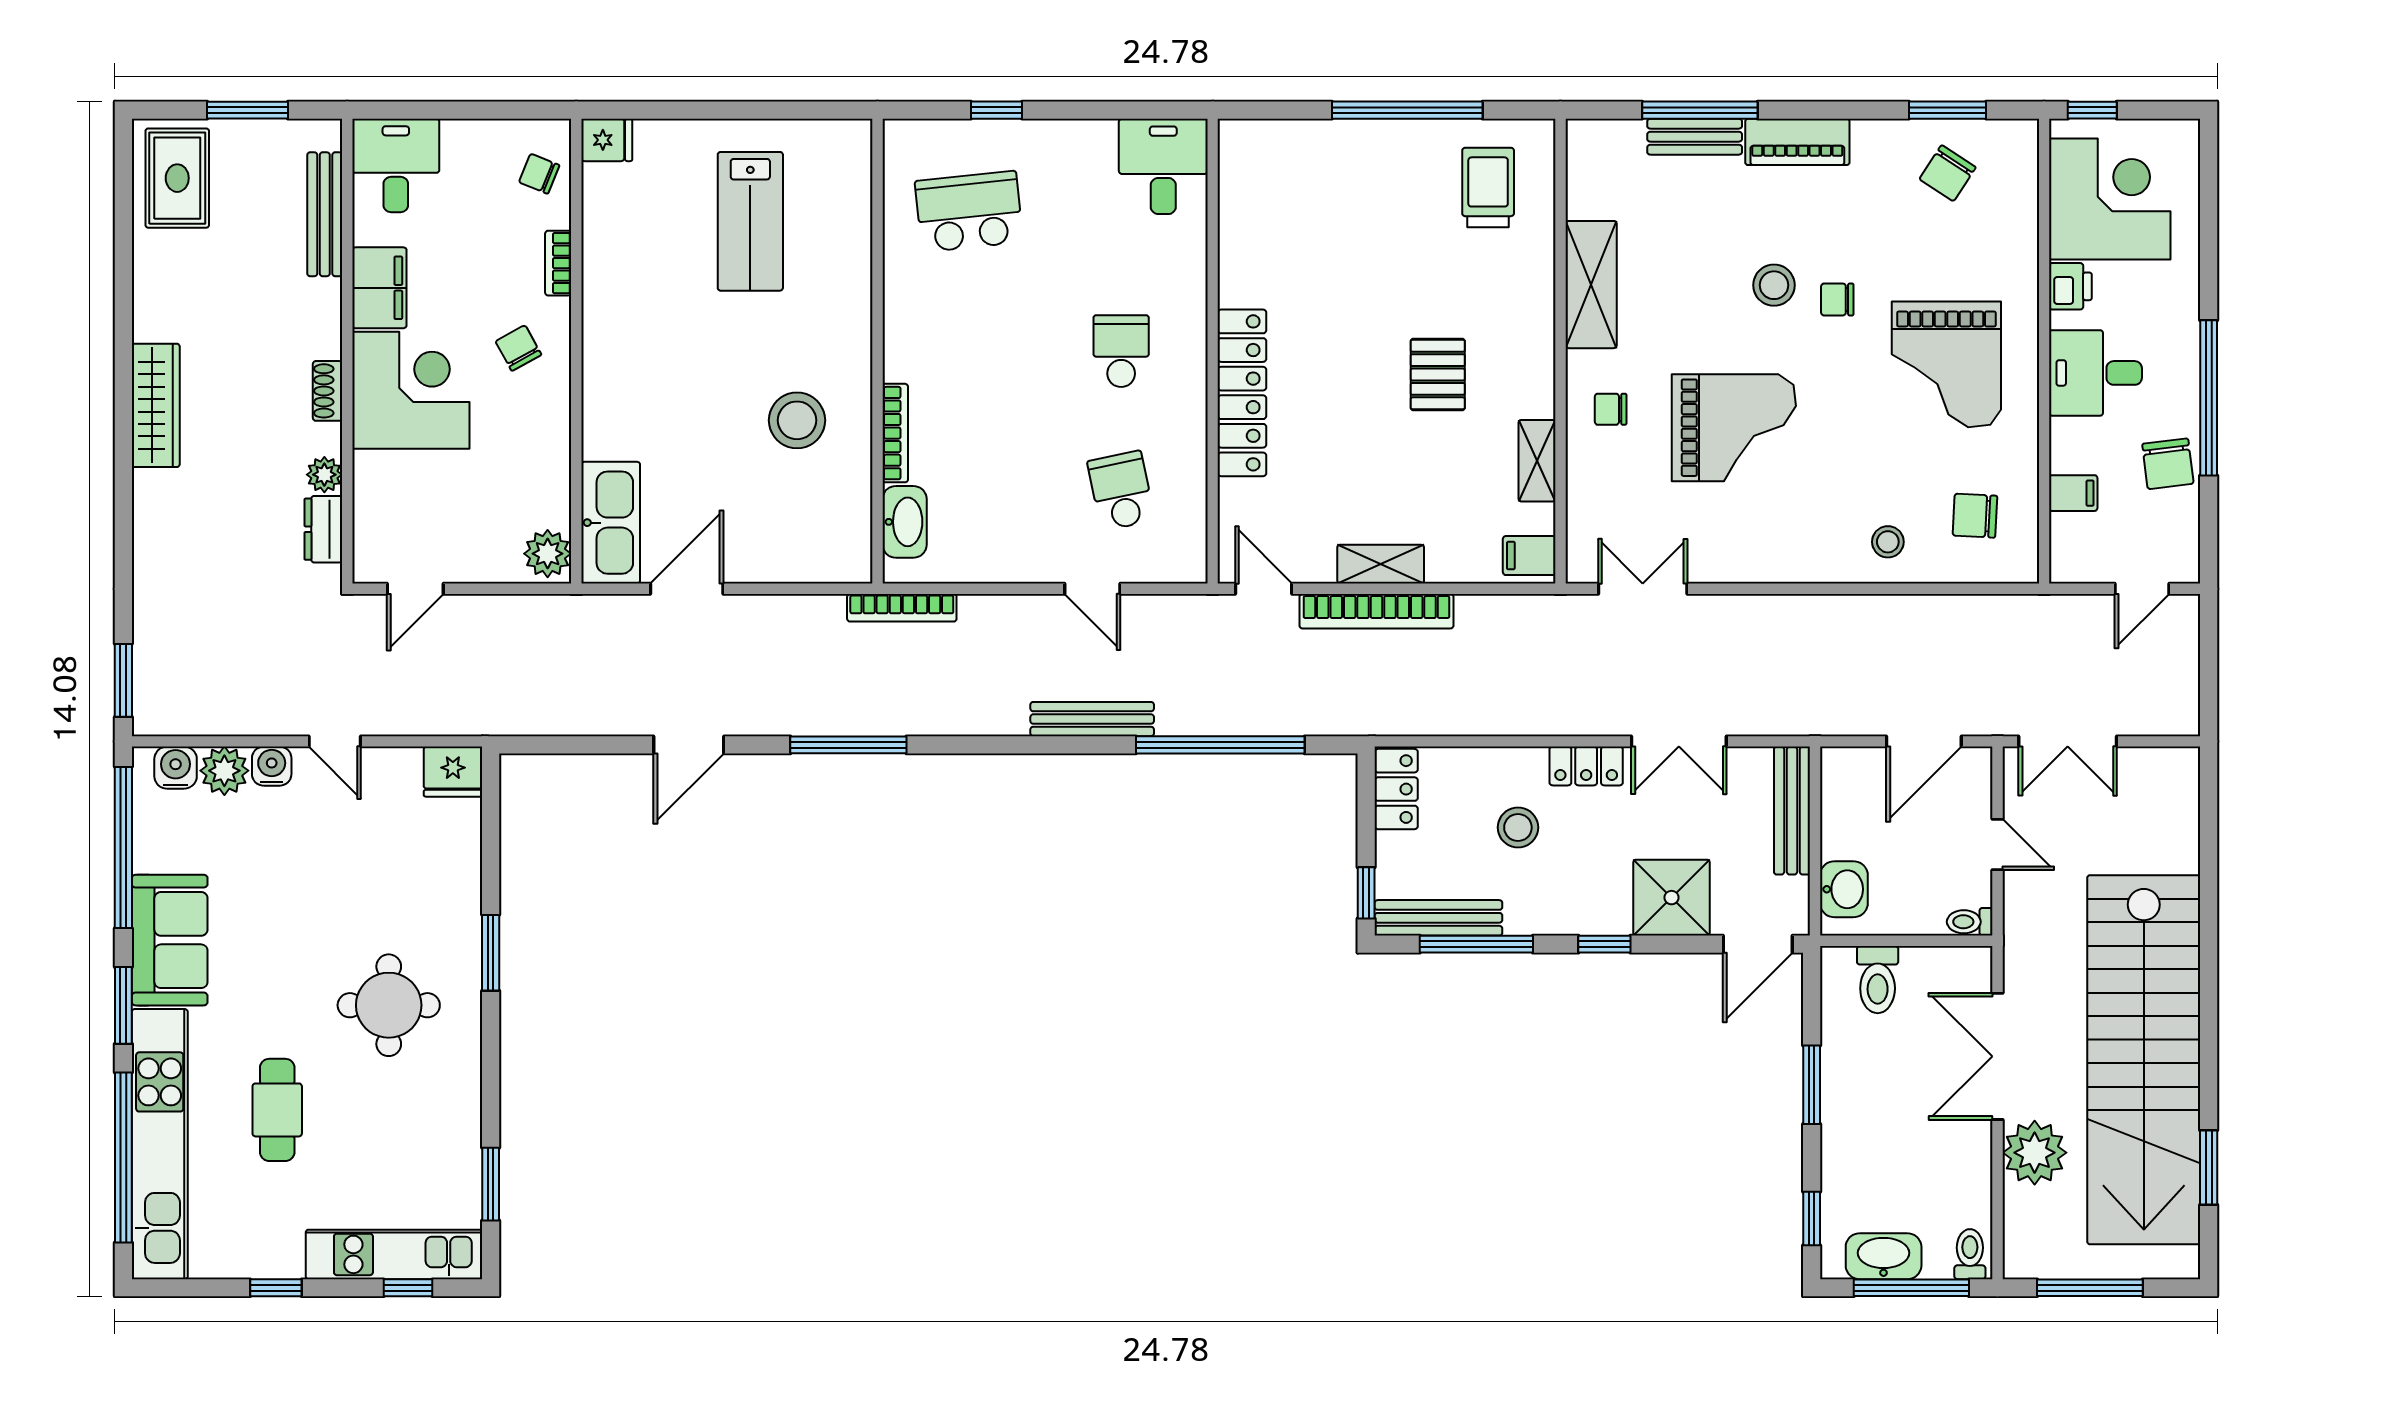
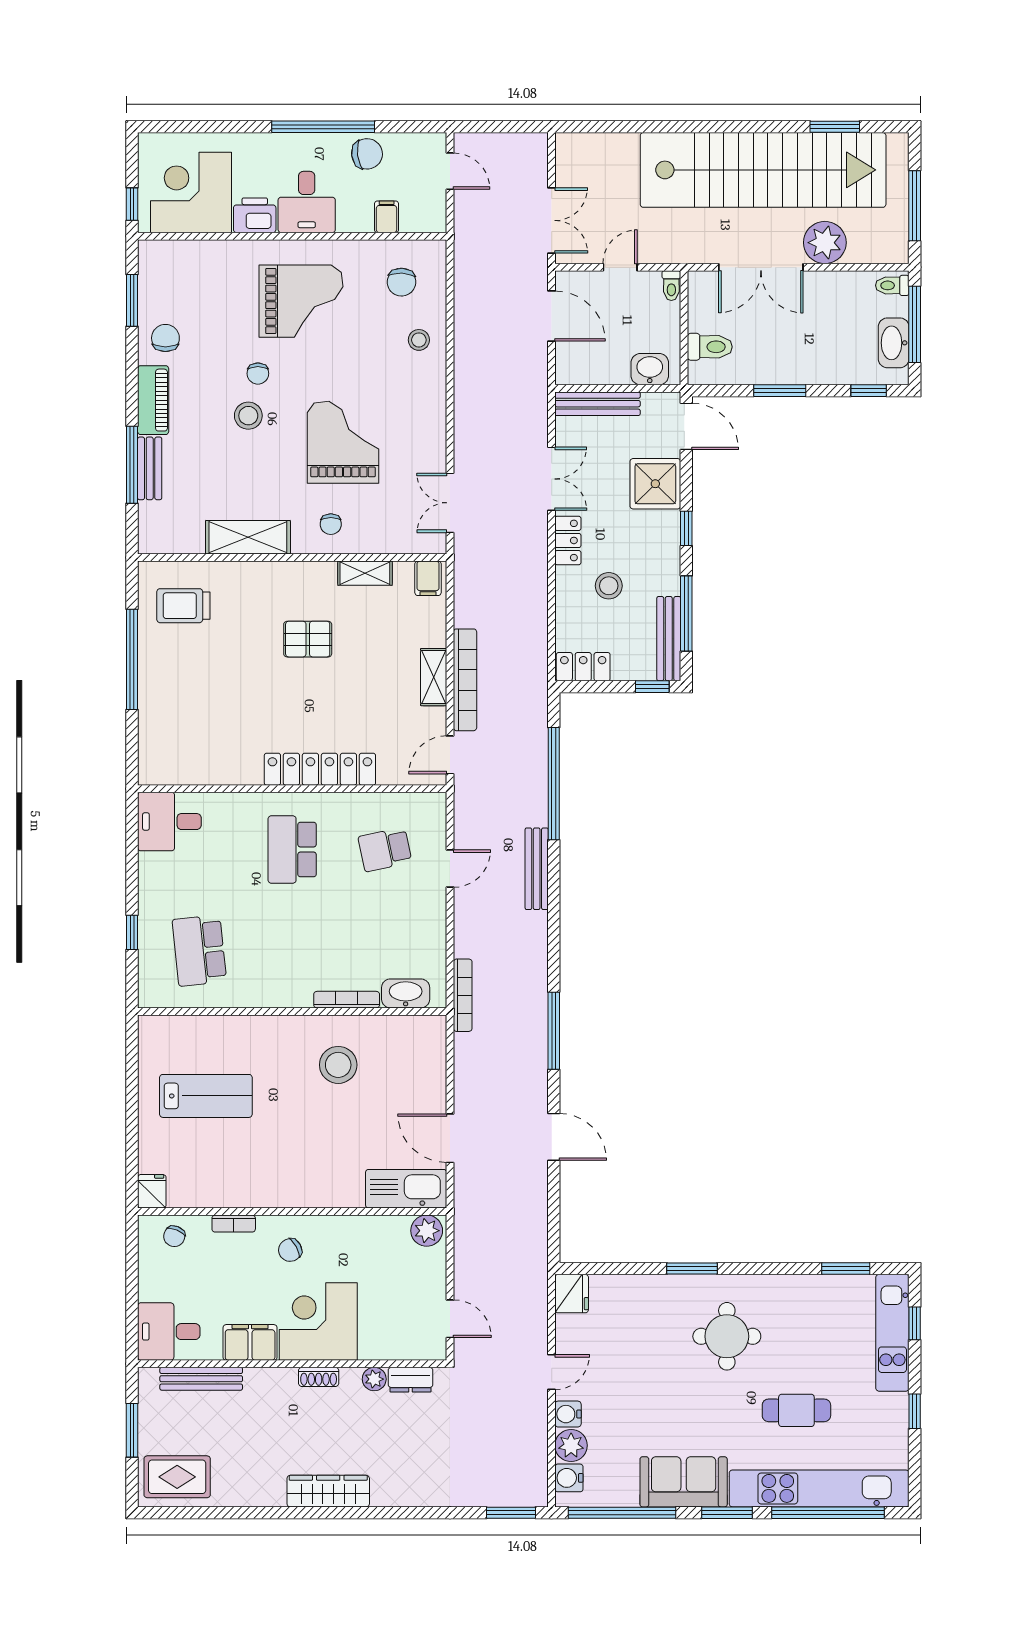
chair: (1948, 173) -> (165, 338), moved, turned -123
printer: (2070, 286) -> (255, 215), width x1.36, depth x1.24
school desk: (1121, 351) -> (292, 850), width x1.85

